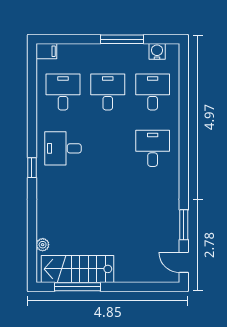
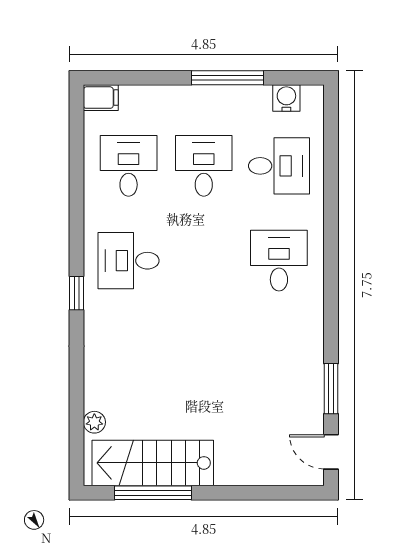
desk: (153, 92) -> (279, 166), turned 90

